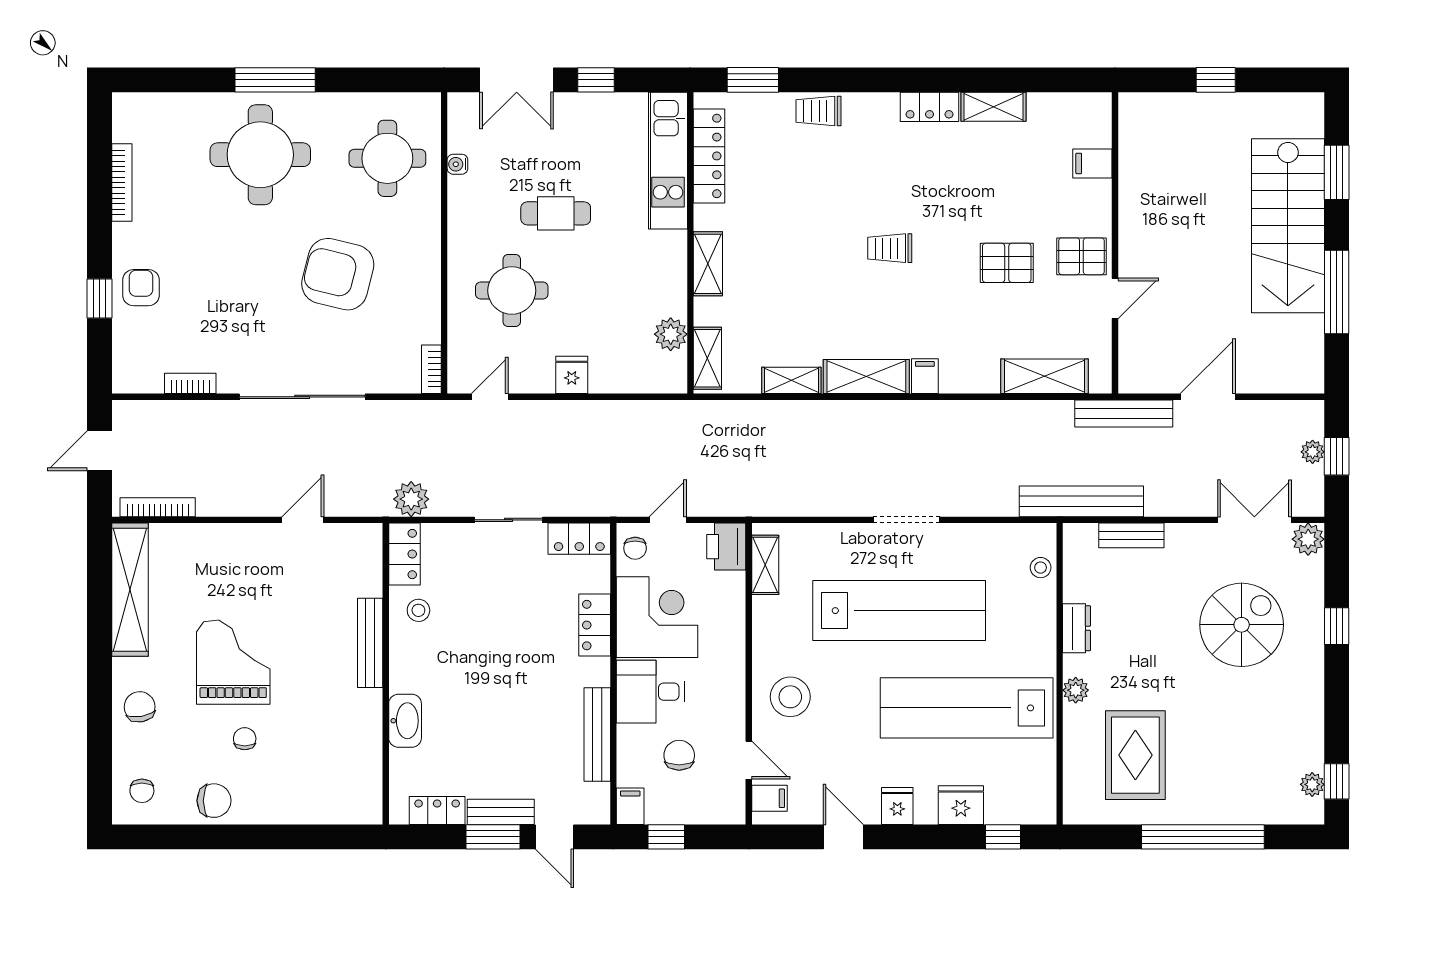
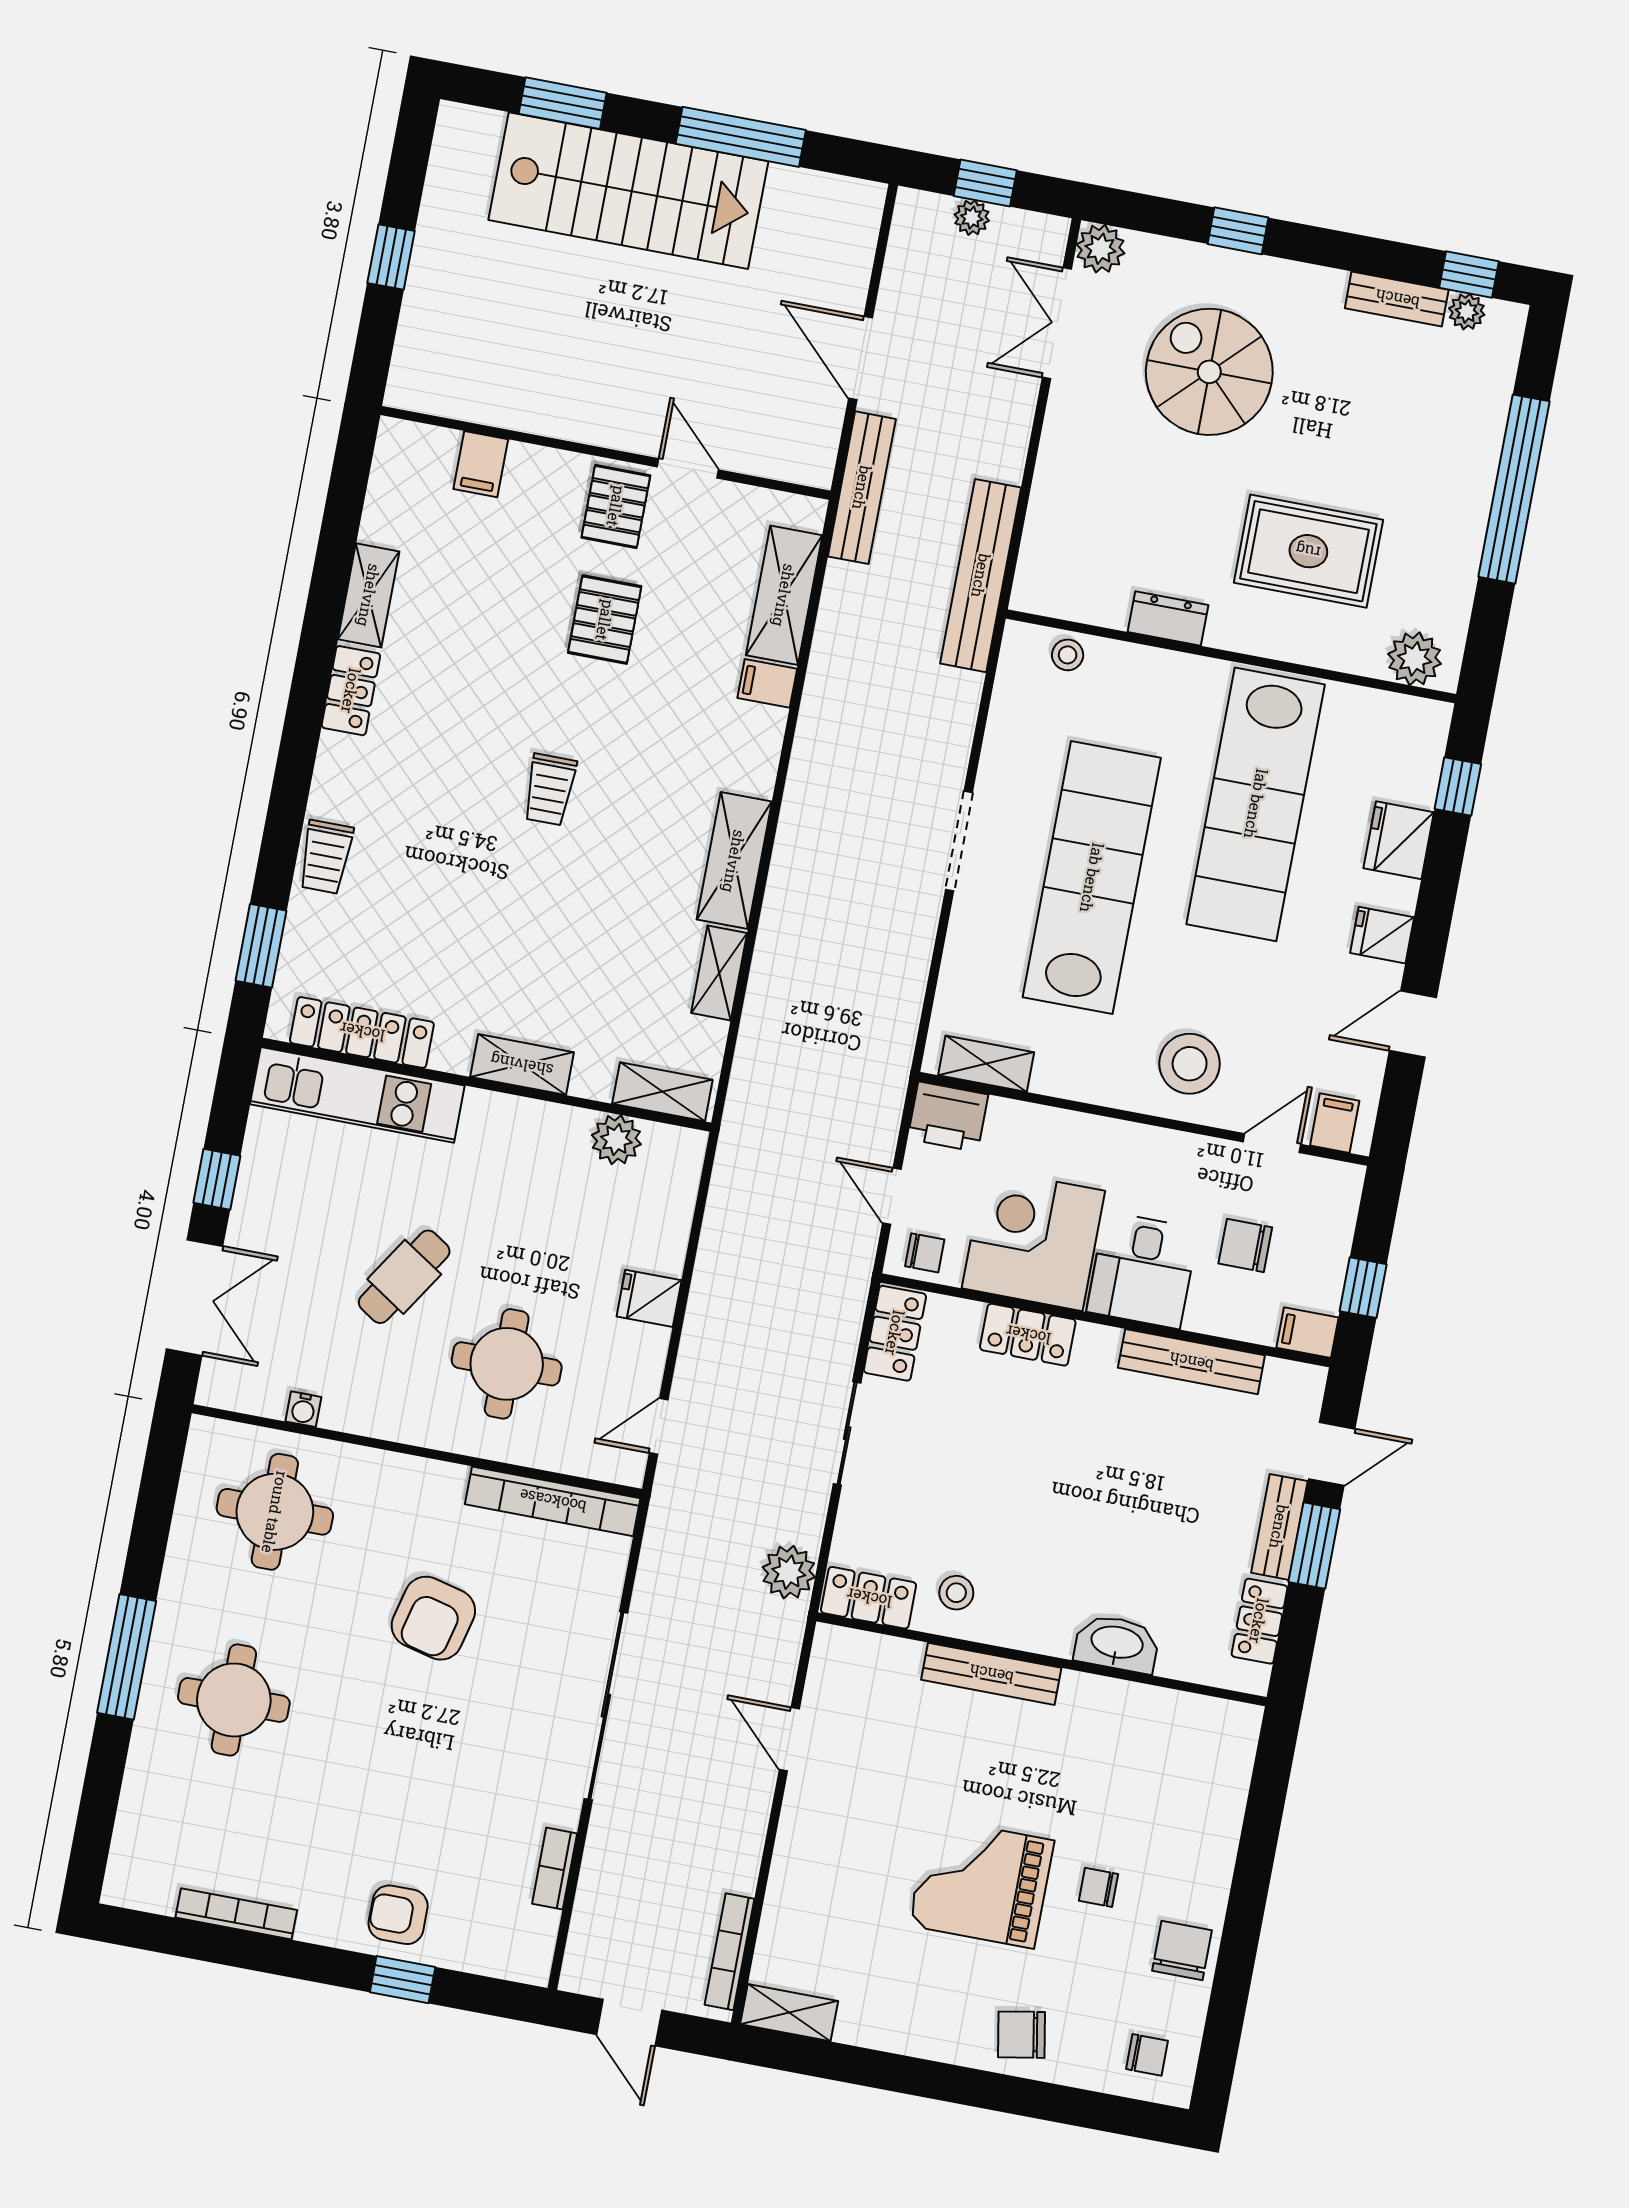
round table: (260, 155) -> (234, 1700), width x0.73, depth x0.73
cafe table: (556, 213) -> (404, 1277), turned 33
armchair: (338, 274) -> (433, 1618), width x0.73, depth x0.73
bookcase: (431, 369) -> (553, 1501), width x2.31, depth x1.31
filing cabinet: (925, 376) -> (767, 683), moved
door: (490, 397) -> (659, 1426), hinge flipped
bench: (1131, 535) -> (1397, 299), moved, turned 90
shelving: (130, 590) -> (789, 2013), width x0.45, depth x0.75
plant: (1076, 690) -> (1415, 659), moved, width x1.38, depth x1.38
rug: (1135, 755) -> (1308, 551), moved

